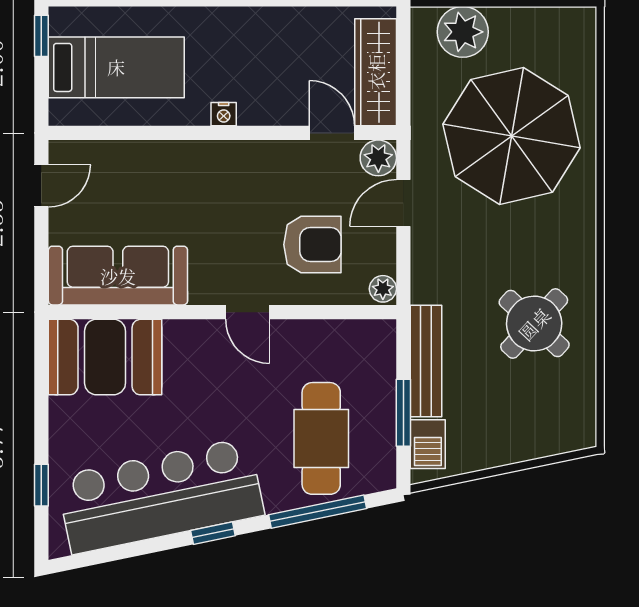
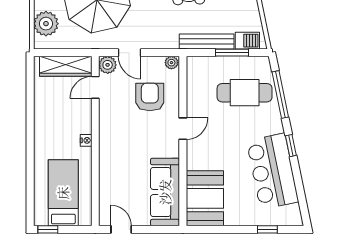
bar counter: (160, 496) -> (273, 171), width x0.73

